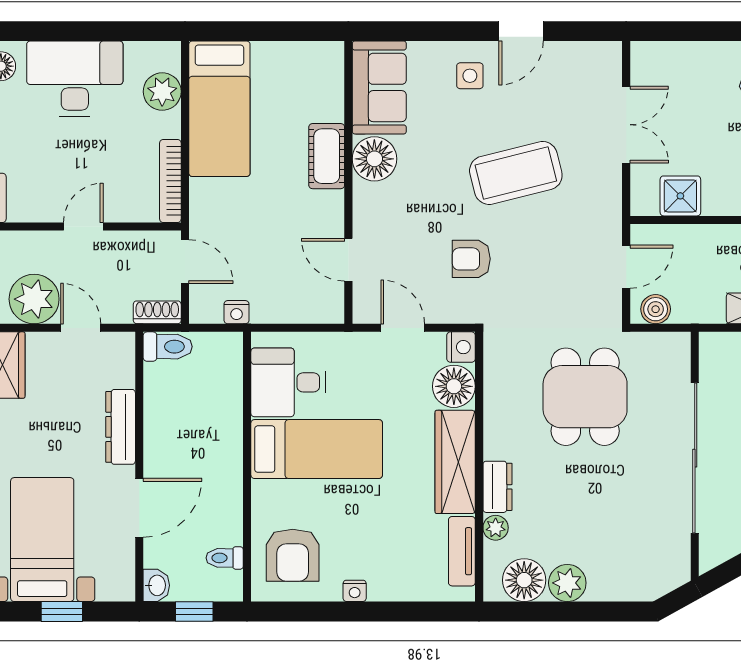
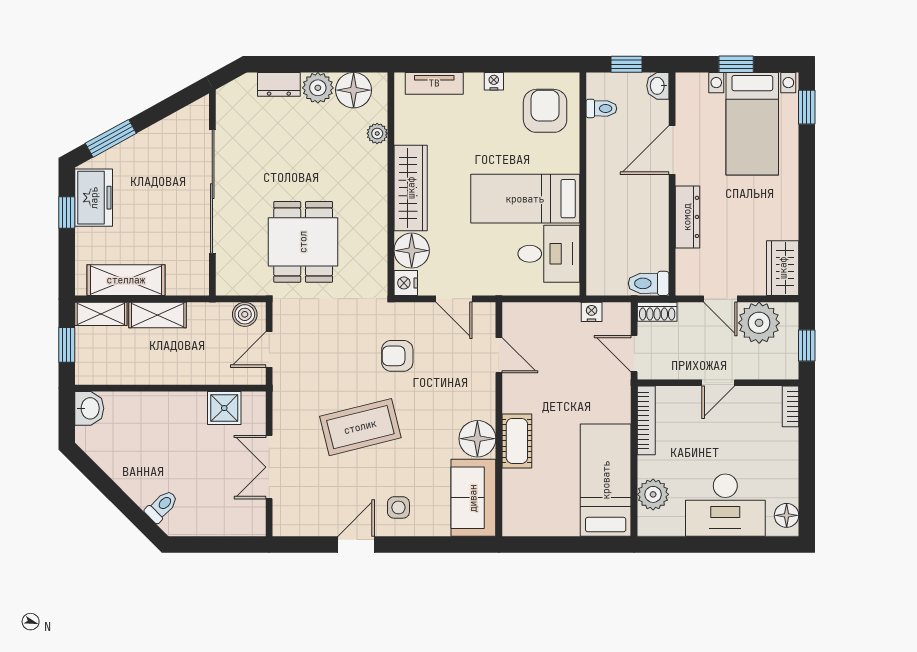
armchair: (471, 259) -> (397, 356), turned 180
dresser: (497, 487) -> (279, 84), moved, turned -90
tv unit: (462, 551) -> (434, 83), moved, turned 90

